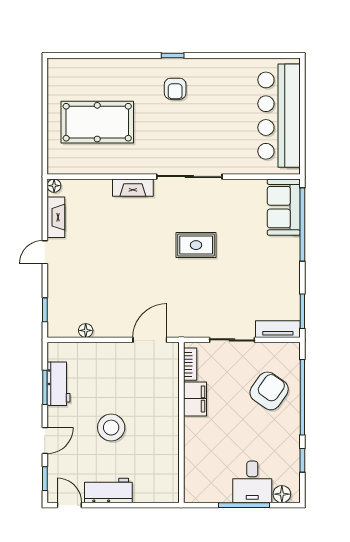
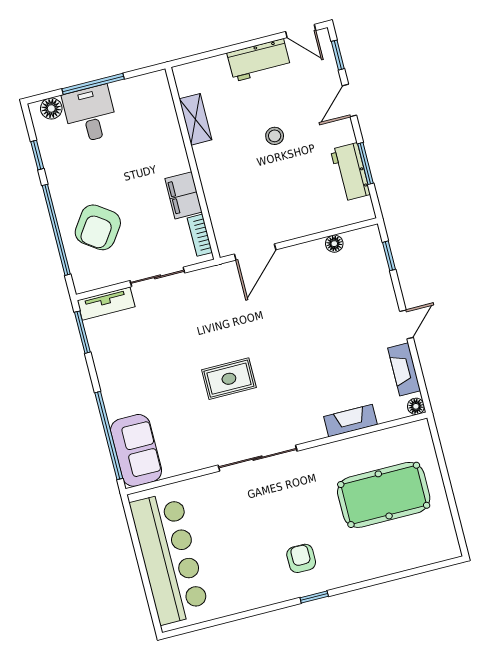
fireplace: (133, 188) -> (351, 421), moved
stool: (111, 428) -> (275, 136), width x0.53, depth x0.53
shelving: (170, 457) -> (196, 119), added

